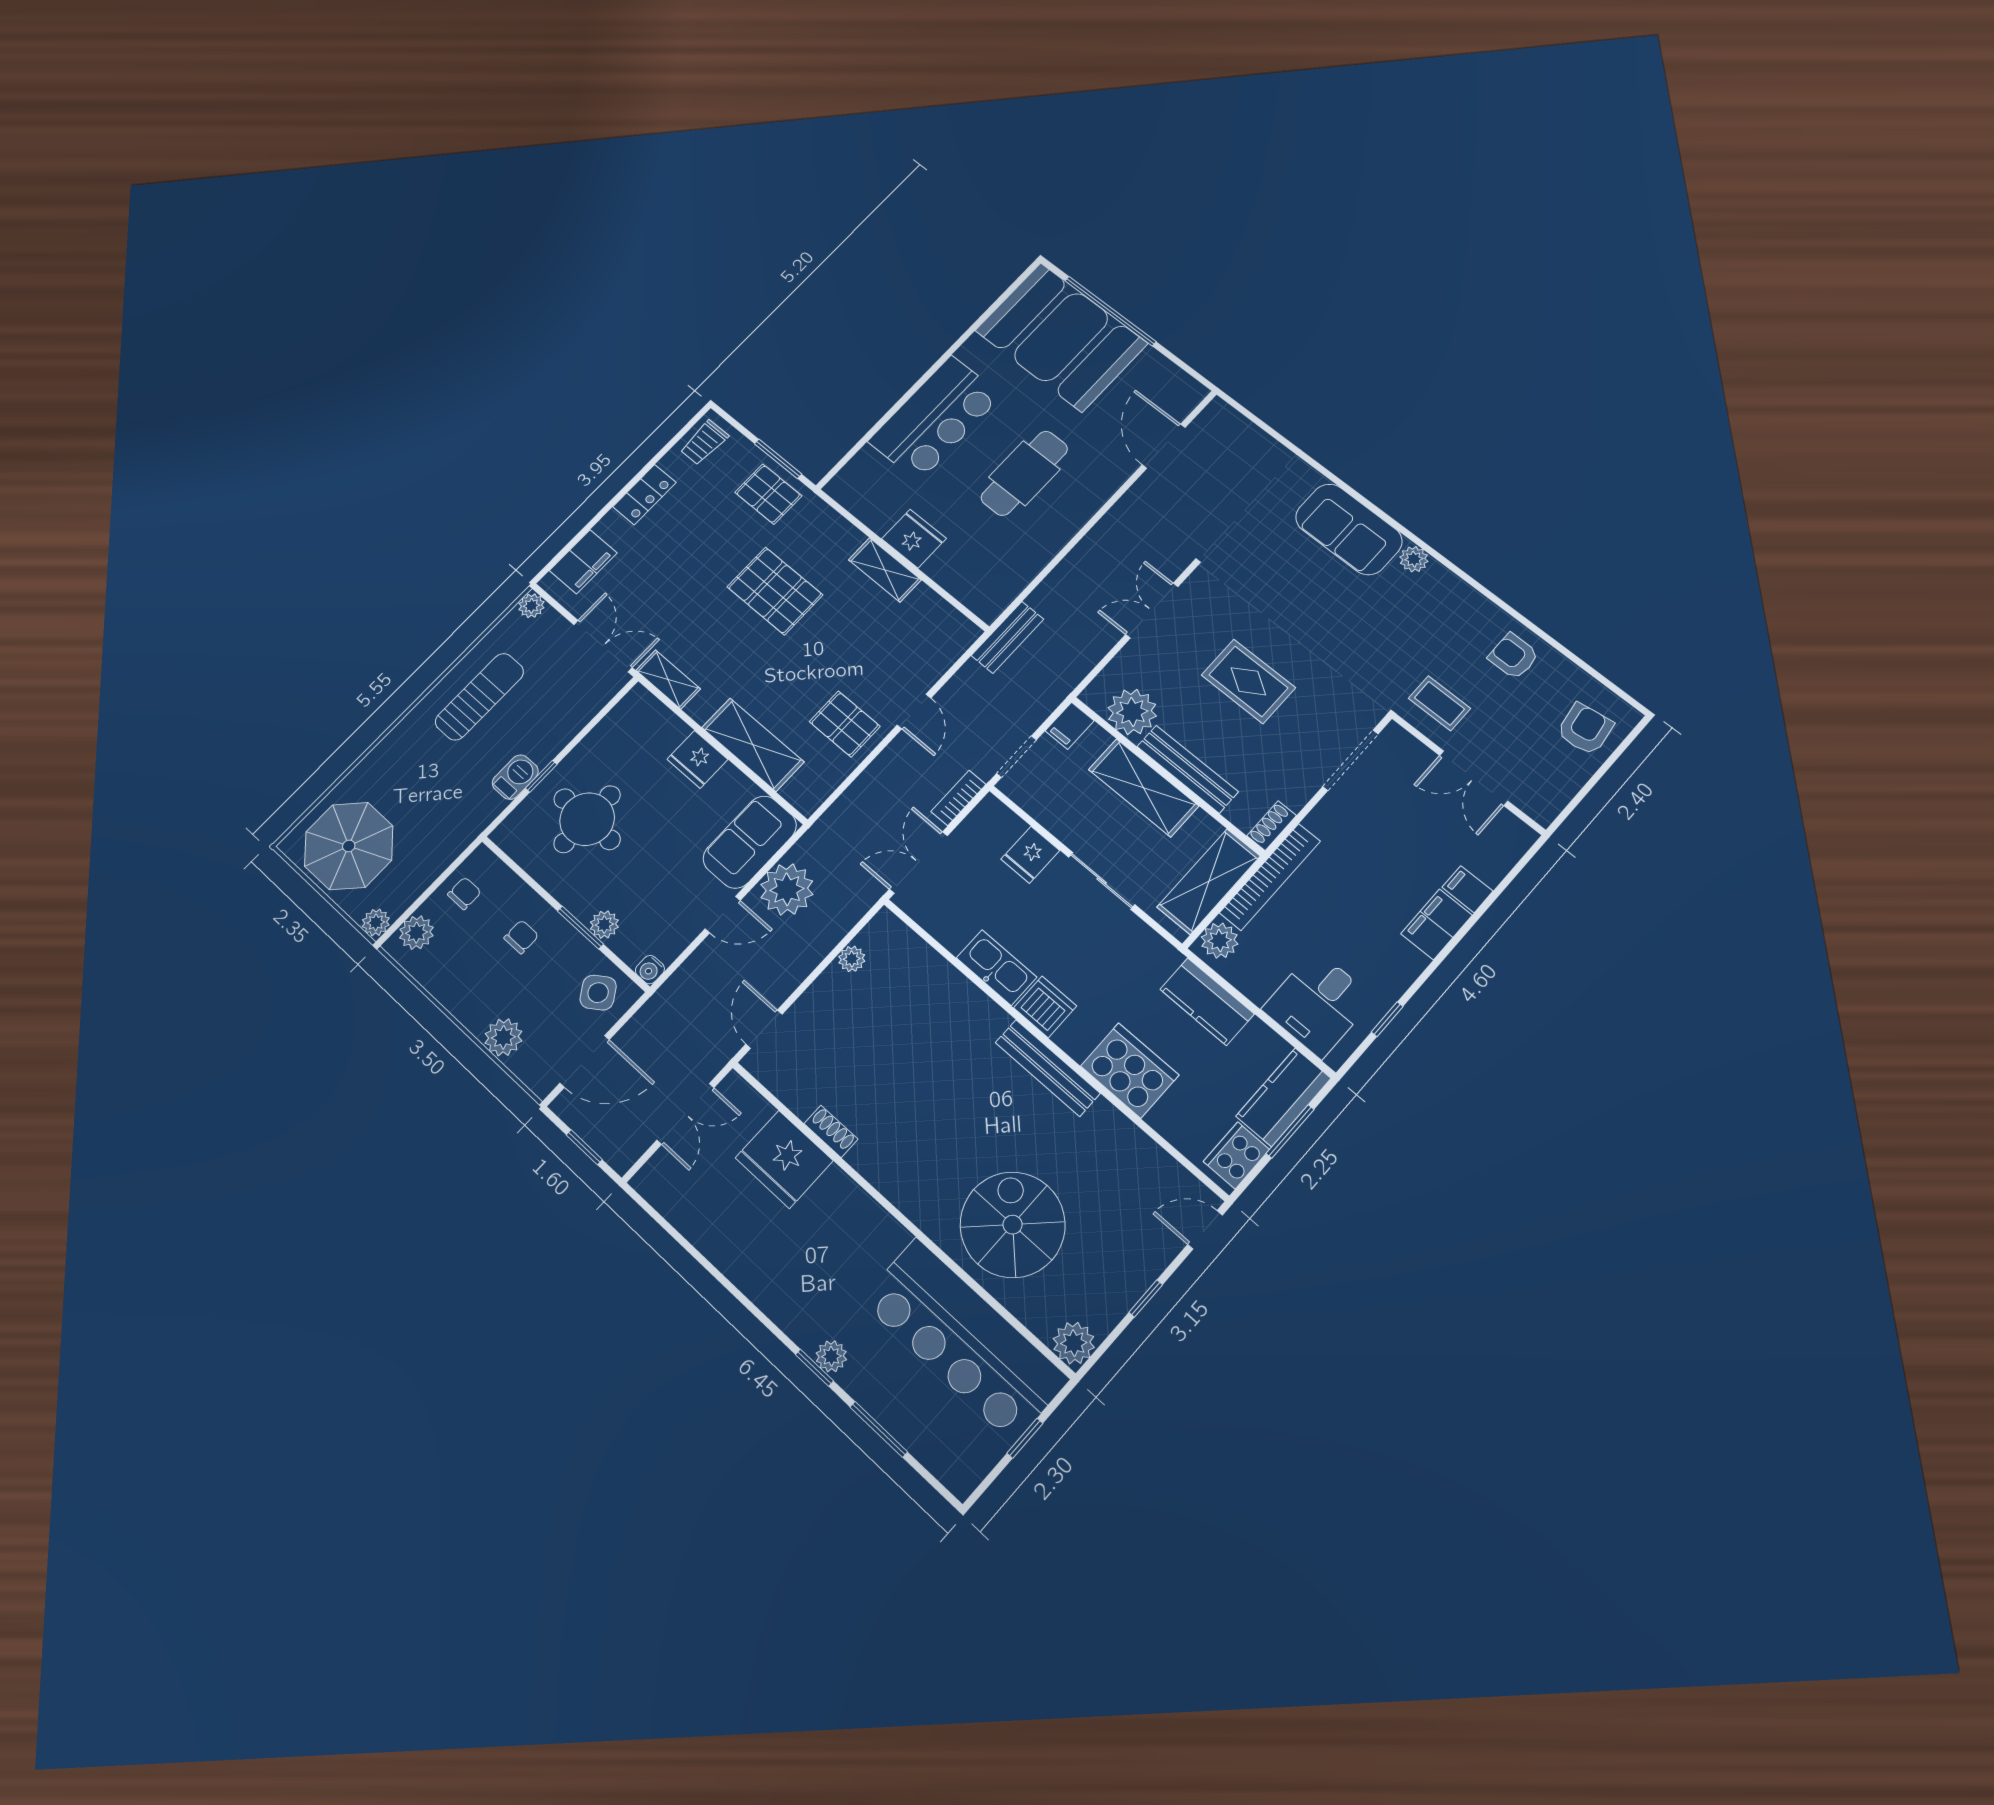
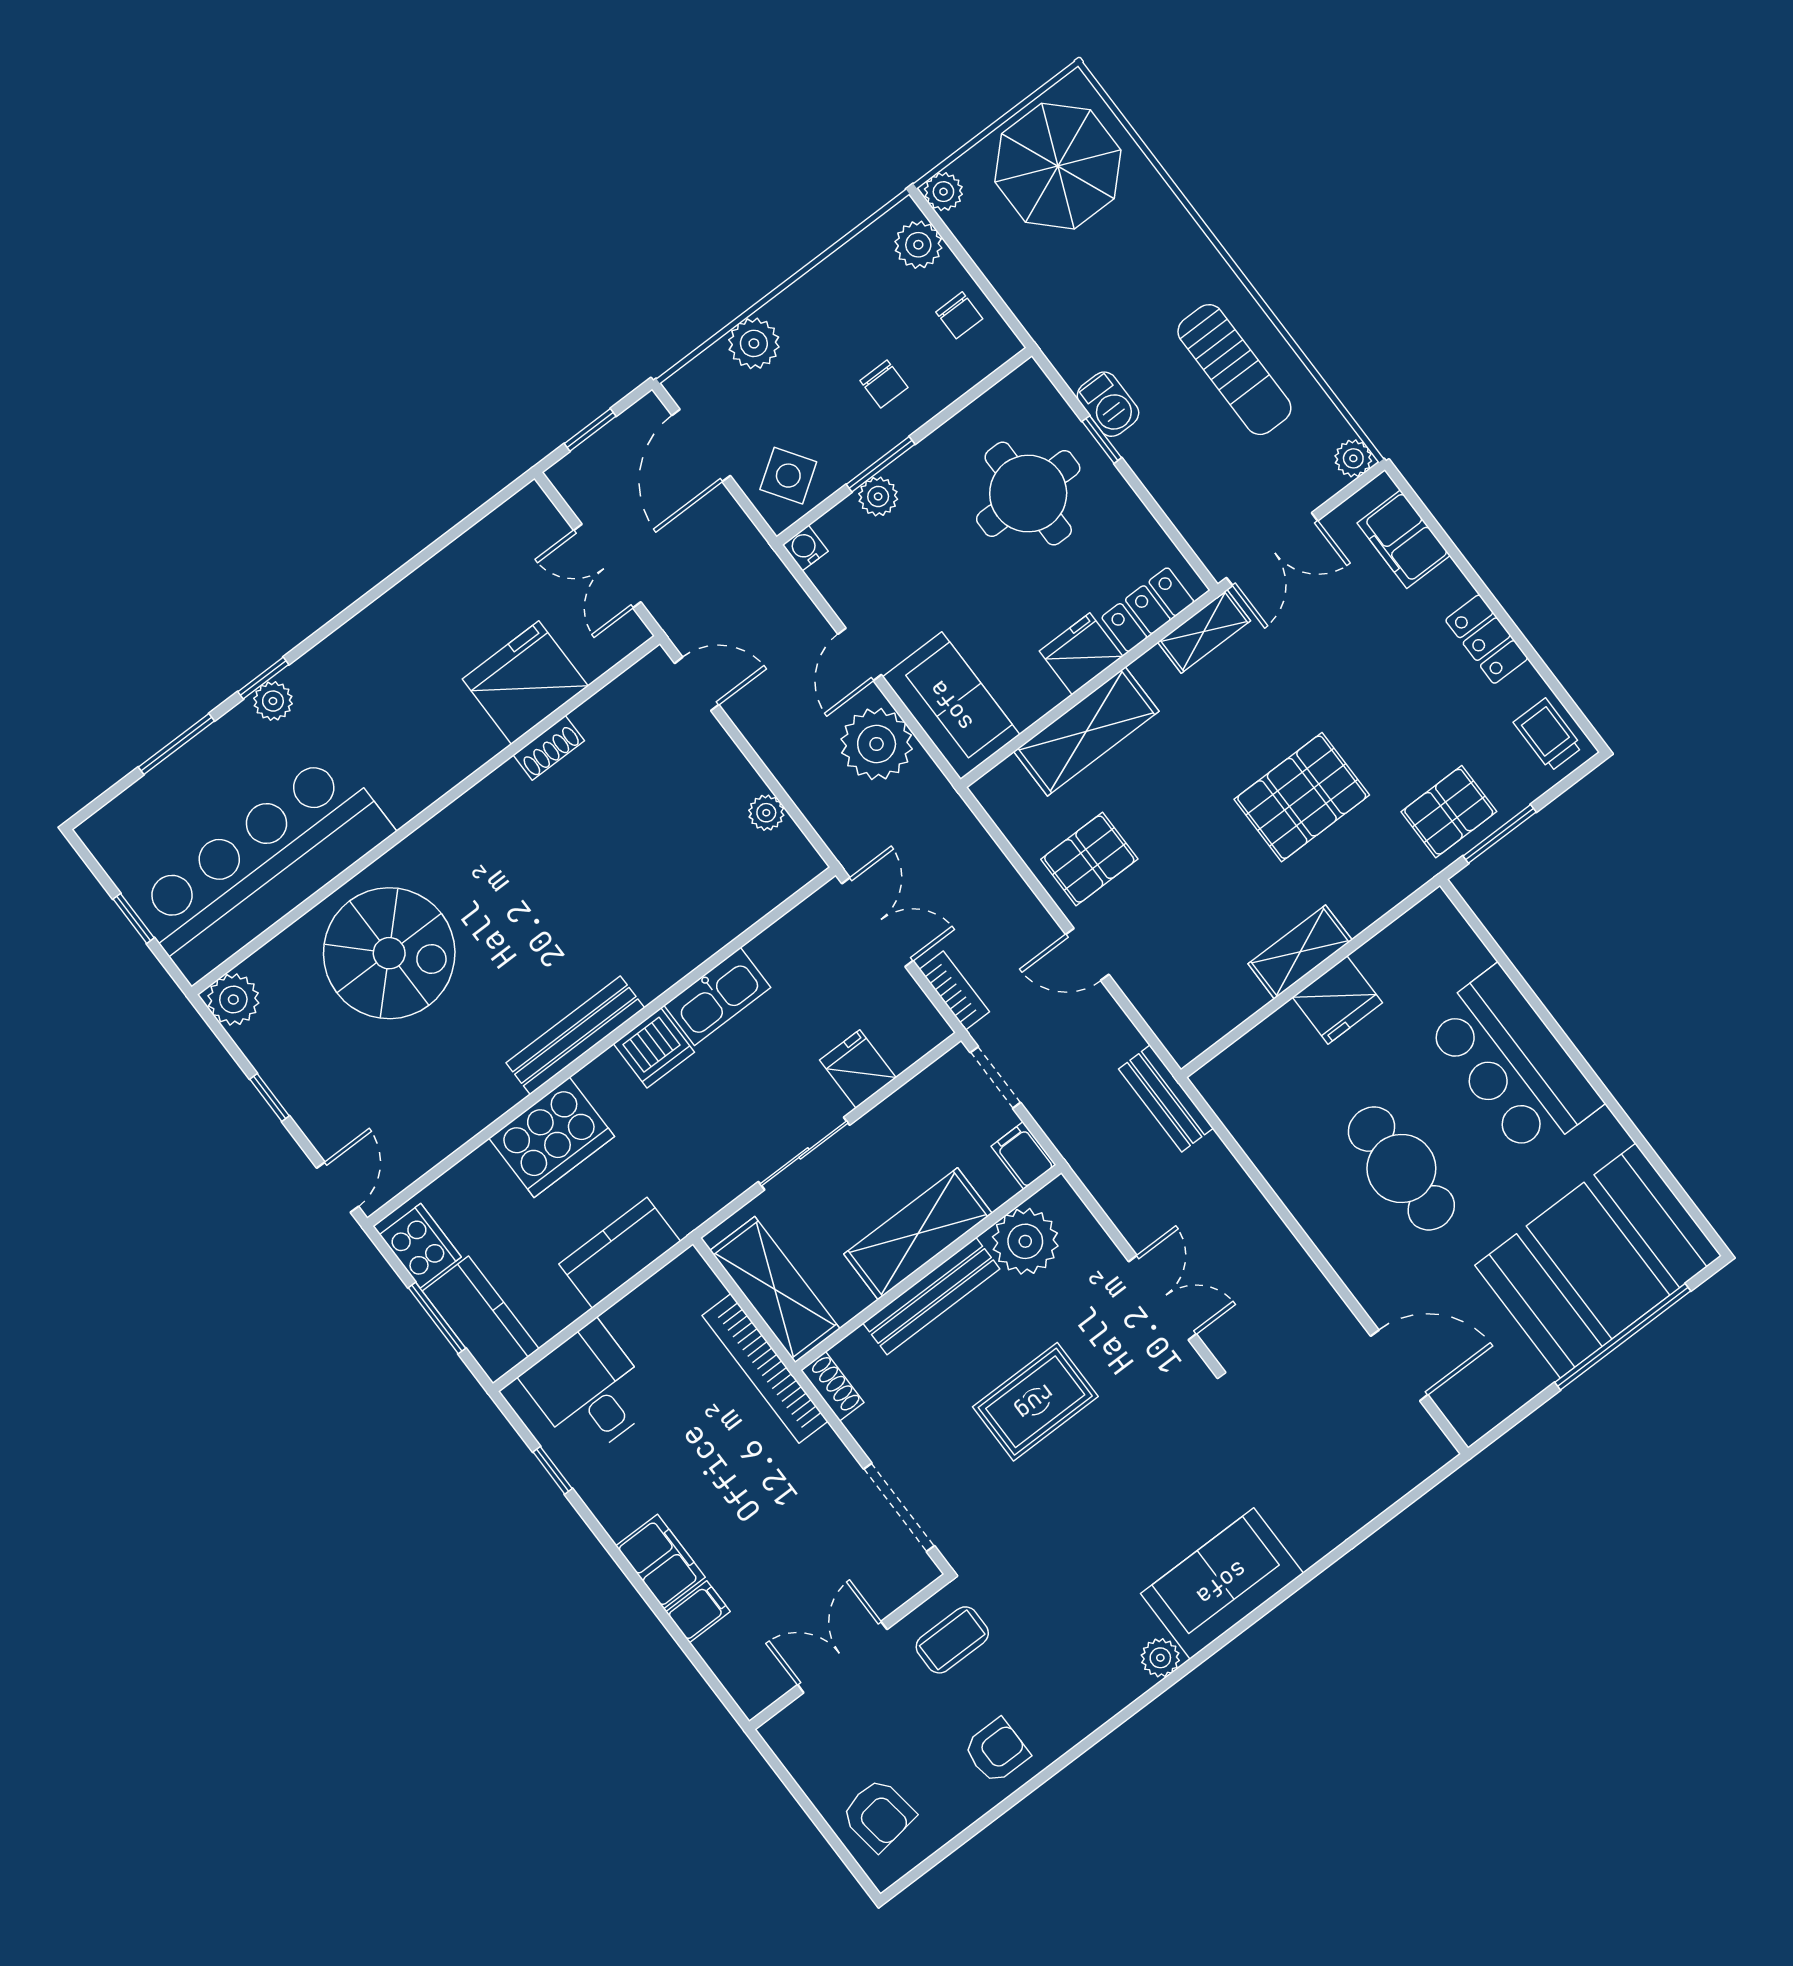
locker: (658, 720) -> (1148, 610), added
plant: (1220, 940) -> (695, 1286), removed

